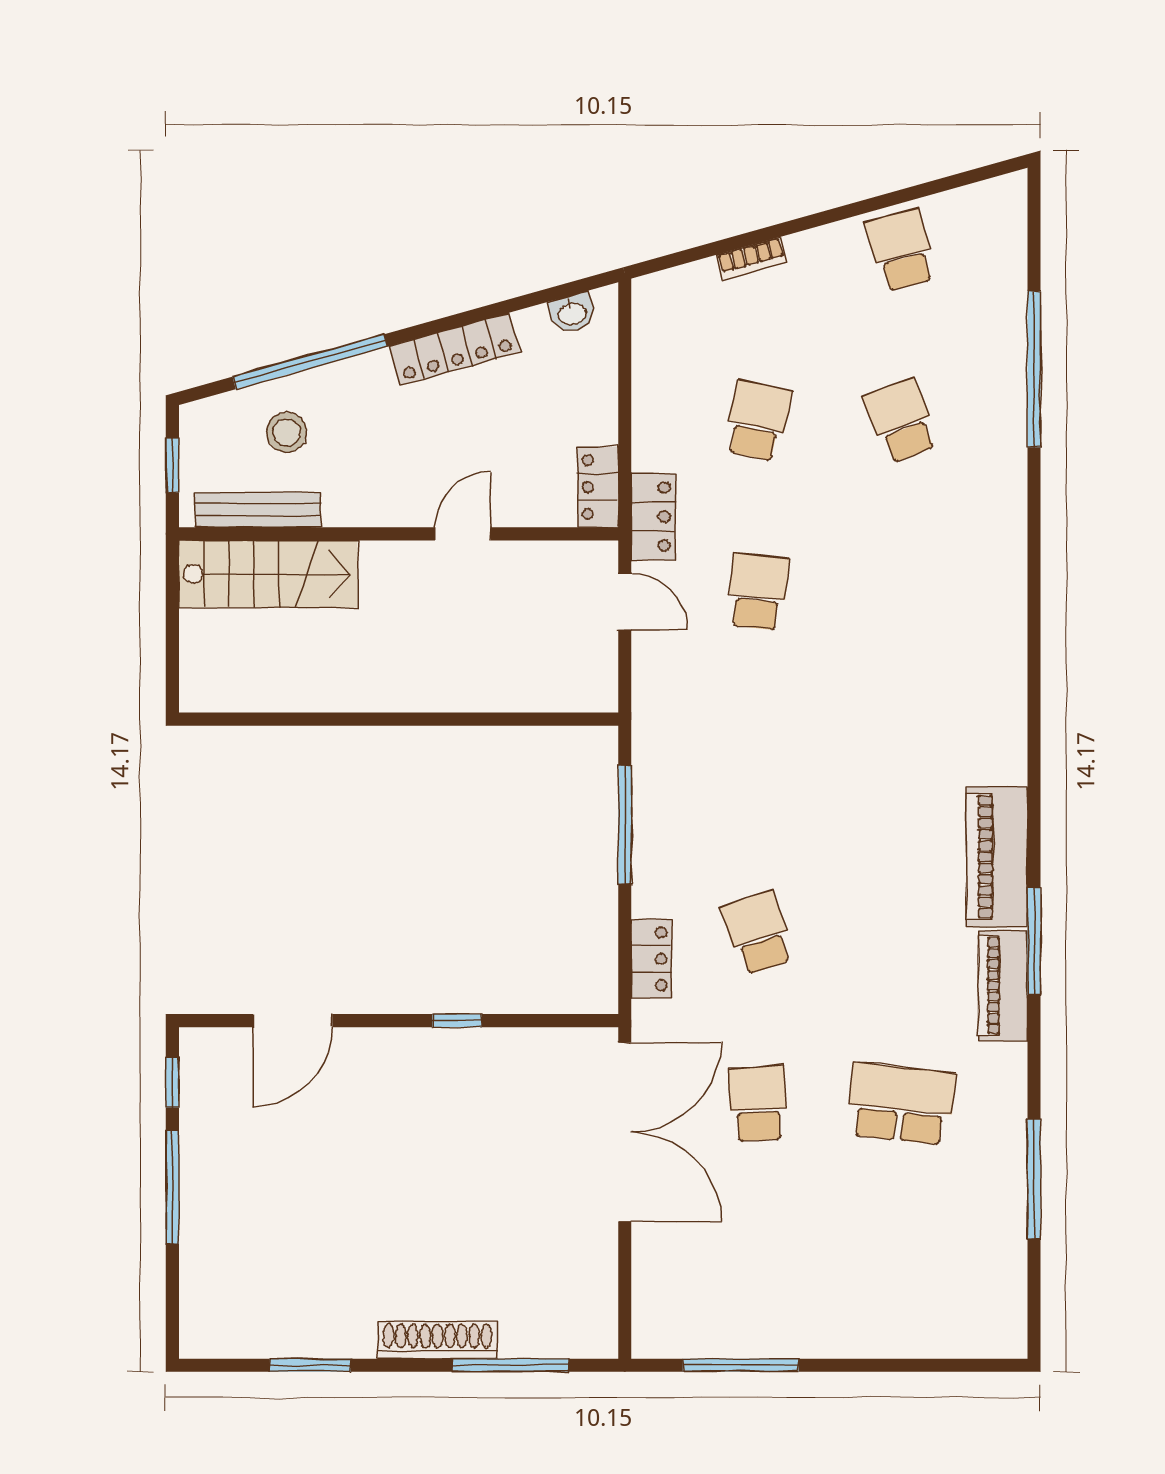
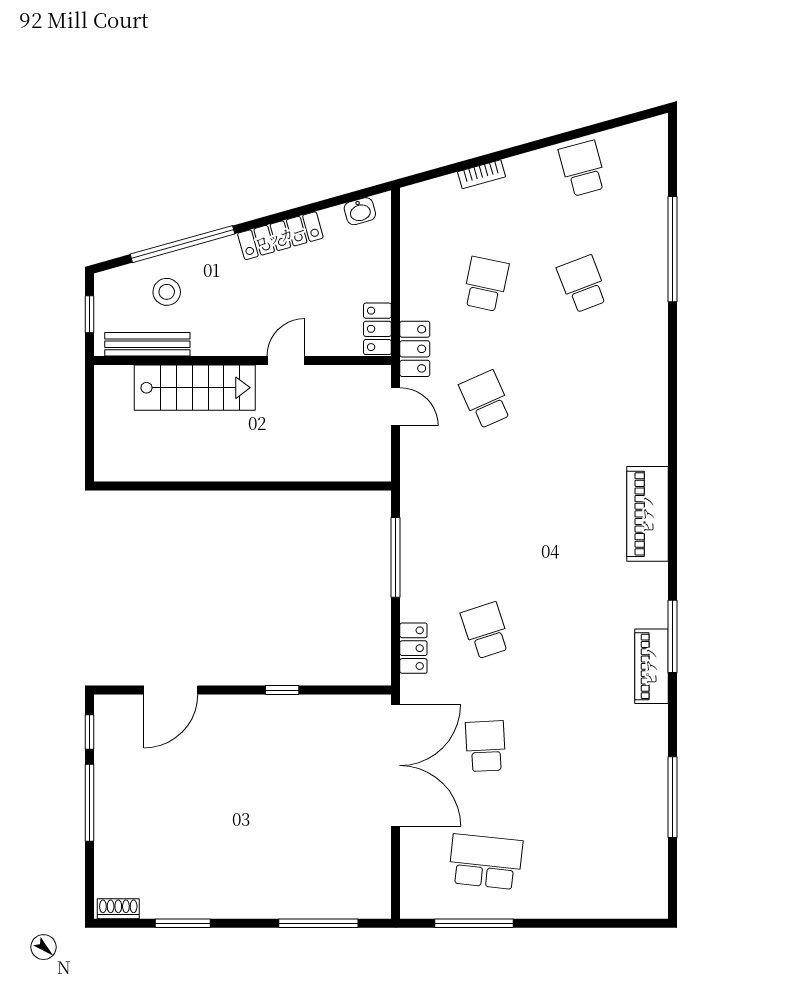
stairs: (268, 574) -> (195, 388), moved
school desk: (758, 591) -> (486, 400), turned -30
piano: (997, 857) -> (648, 514), moved
school desk: (901, 1104) -> (486, 862), moved
shoe rack: (438, 1340) -> (118, 909), moved, width x0.51, depth x0.81

